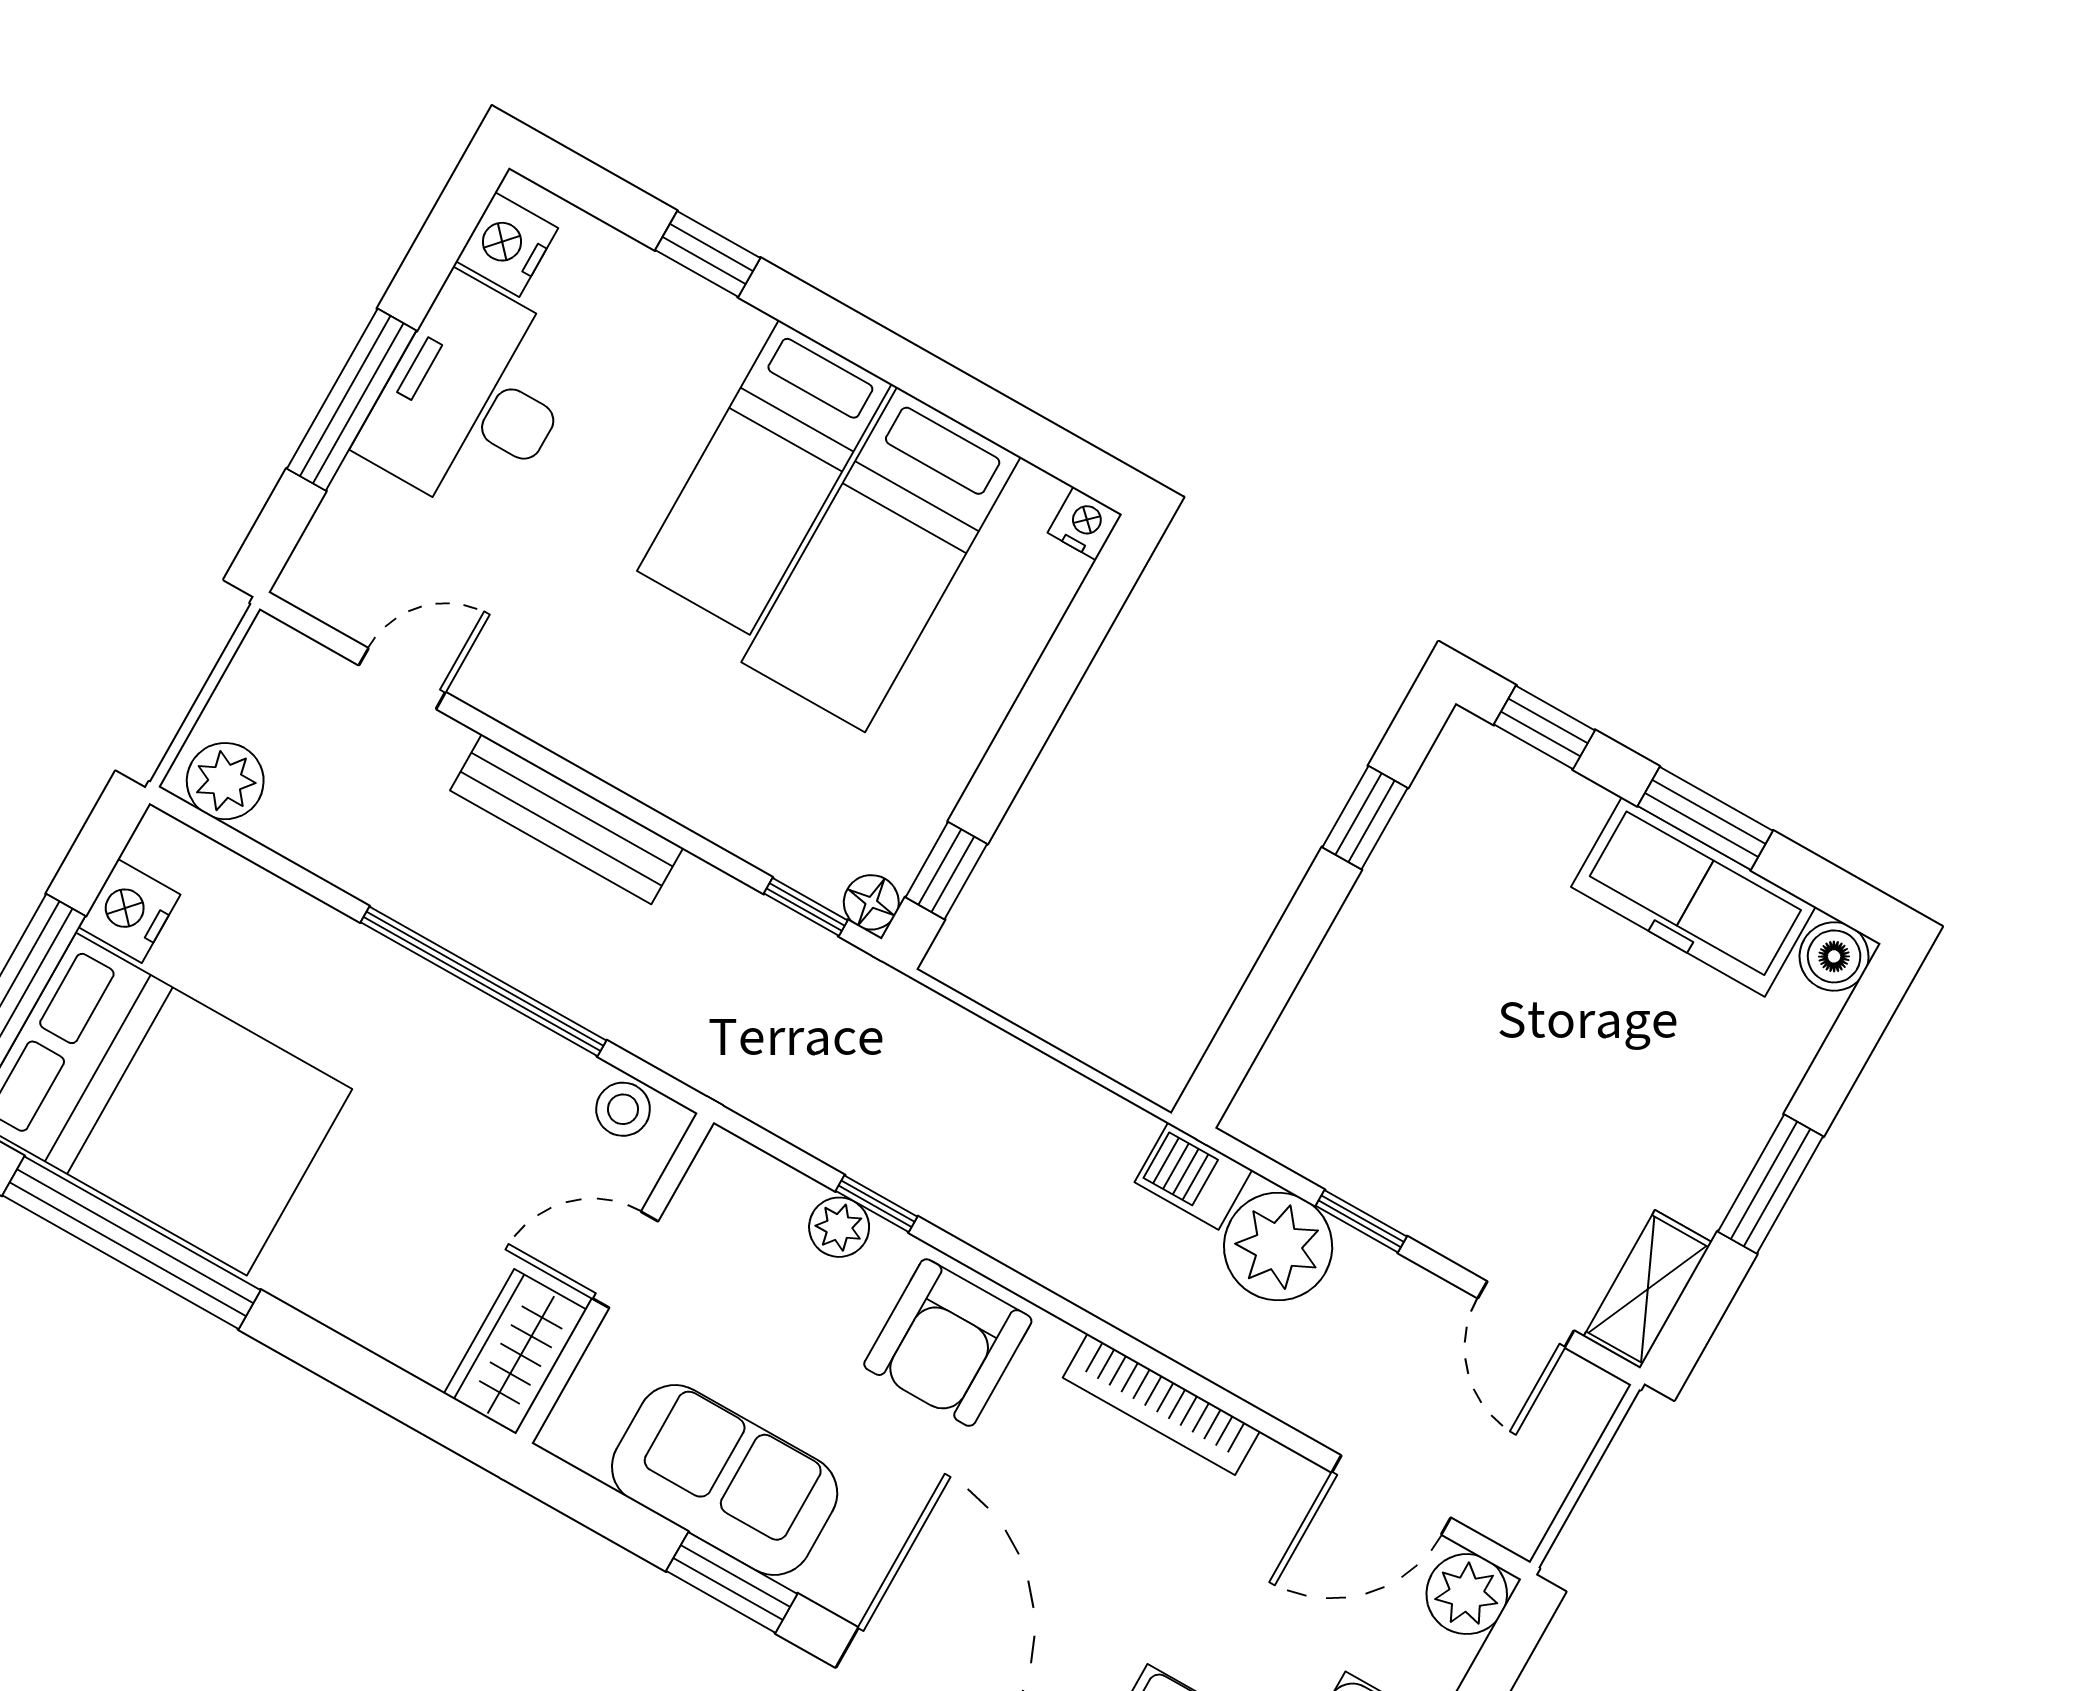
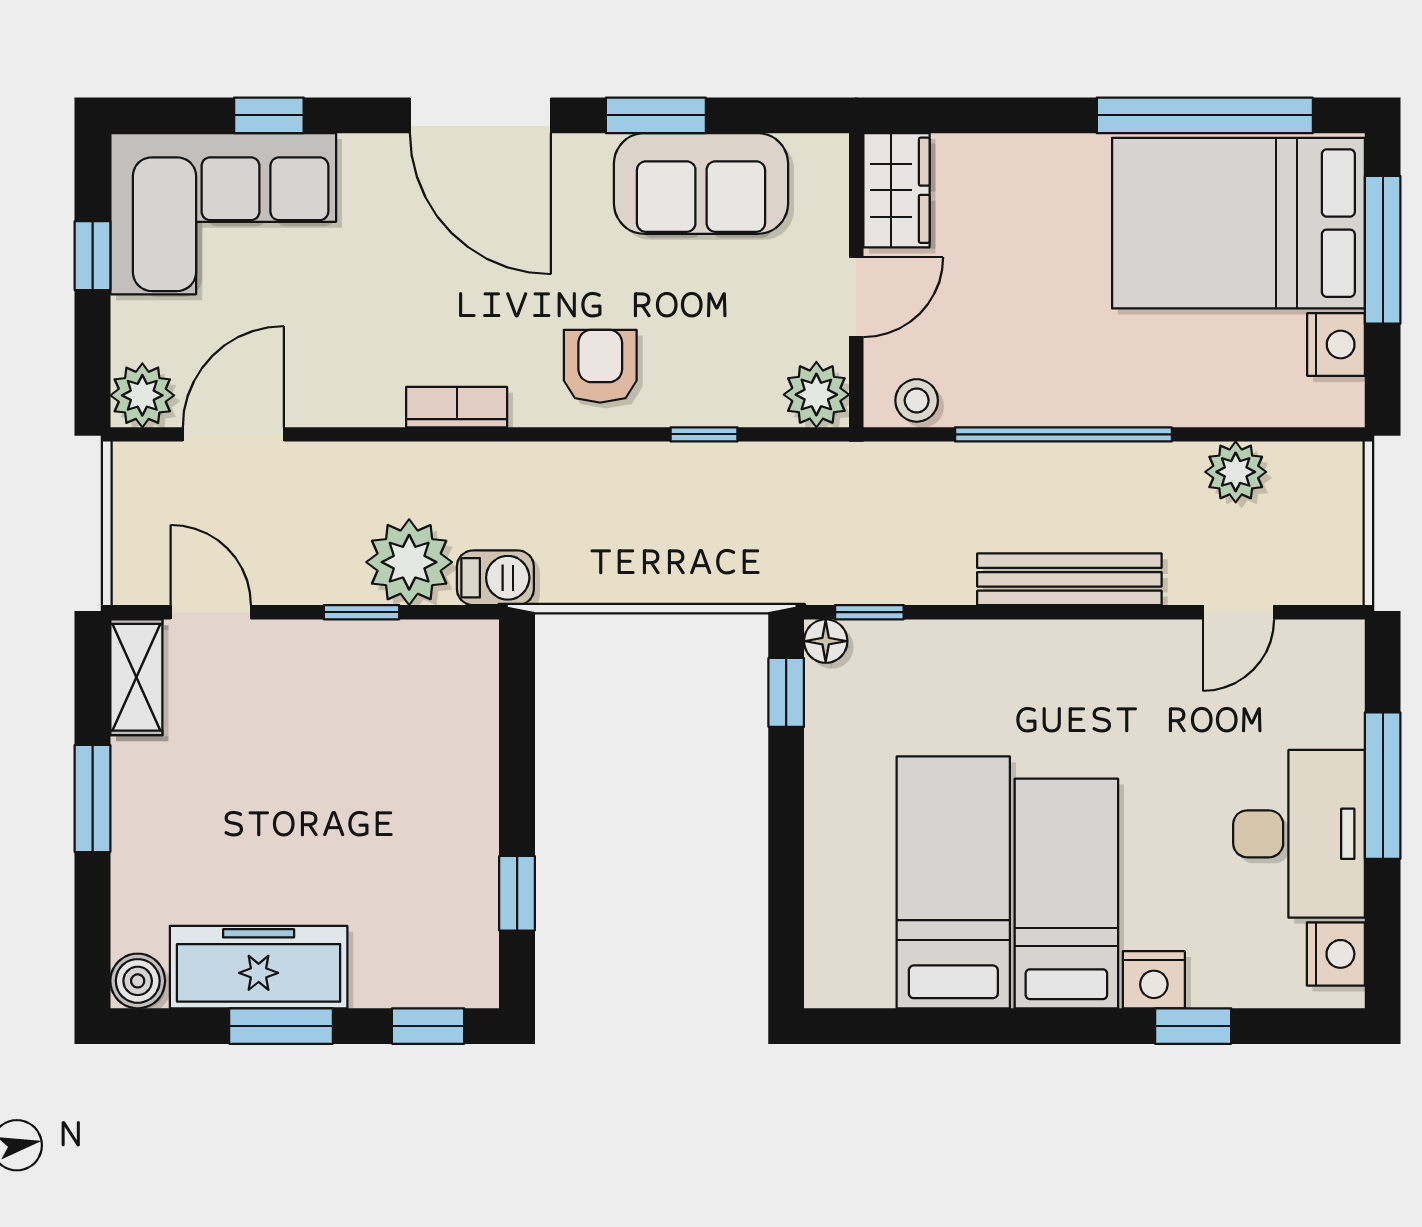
nightstand: (1085, 523) -> (1154, 980), moved, width x1.39, depth x1.35
plant: (225, 781) -> (1236, 472), moved
plant: (839, 1227) -> (816, 395), moved, width x1.38, depth x1.38
armchair: (948, 1343) -> (600, 366), width x0.72, depth x0.72
bookcase: (1161, 1404) -> (457, 407), width x0.64

